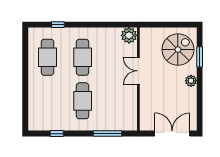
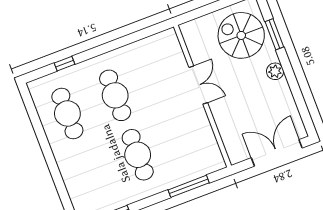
plant: (129, 35) -> (167, 41), removed
spiral stairs: (178, 50) -> (241, 35), turned -90
double door: (138, 71) -> (198, 85), swing flipped

